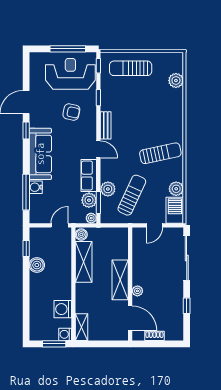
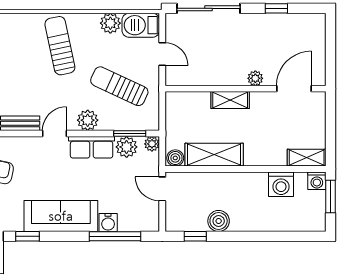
plant: (108, 189) -> (88, 120), moved
shelving: (120, 280) -> (230, 100), width x0.67, depth x0.75
shoe rack: (154, 336) -> (319, 54), removed

